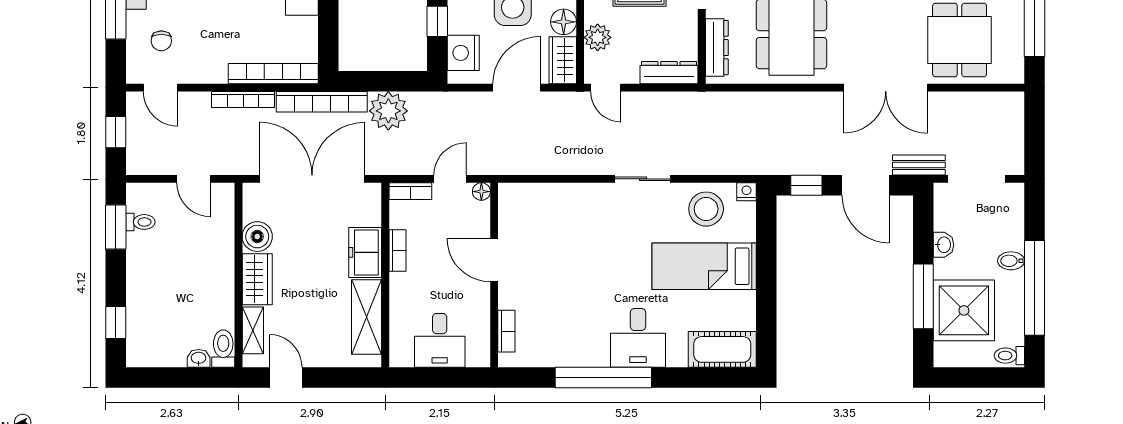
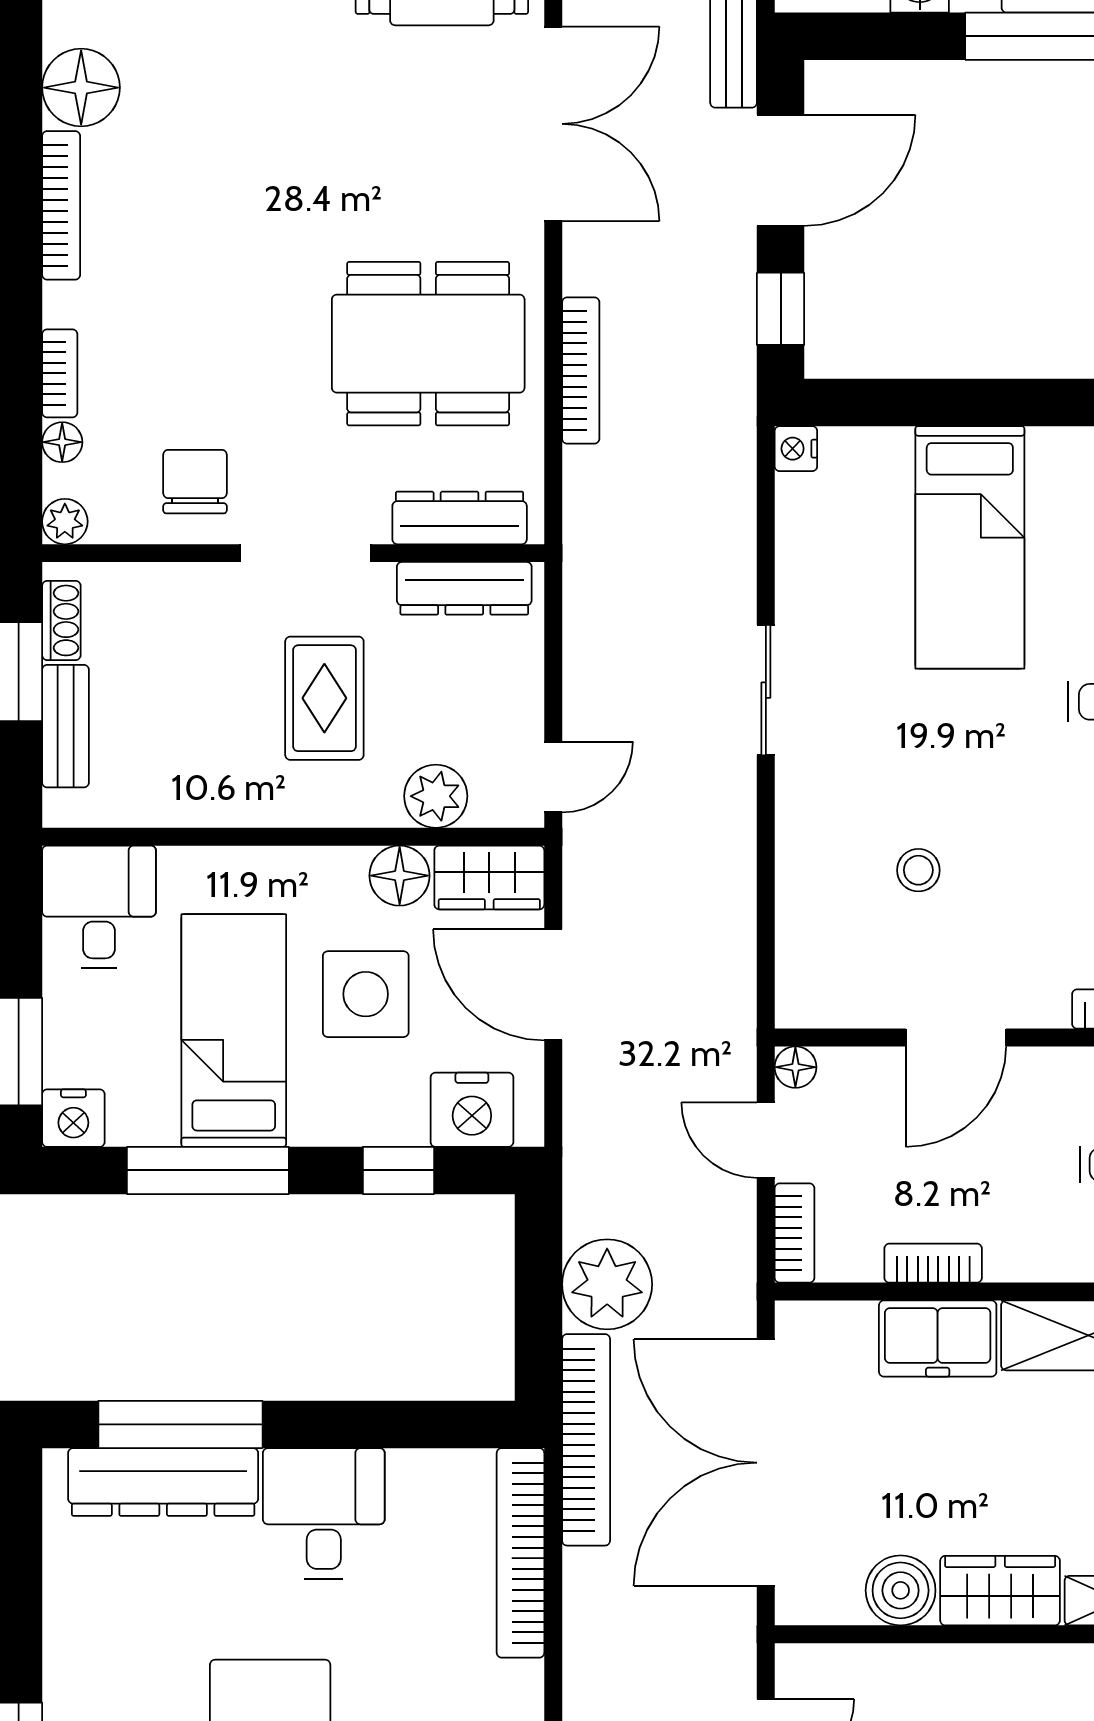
dresser: (669, 73) -> (464, 588), moved, turned -90
bookcase: (243, 99) -> (581, 370), moved
stool: (706, 209) -> (918, 870), moved, width x0.53, depth x0.53

